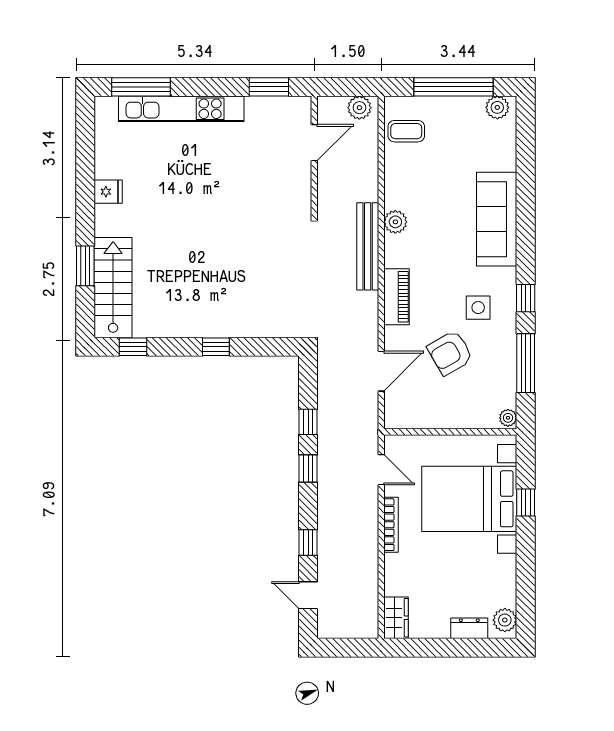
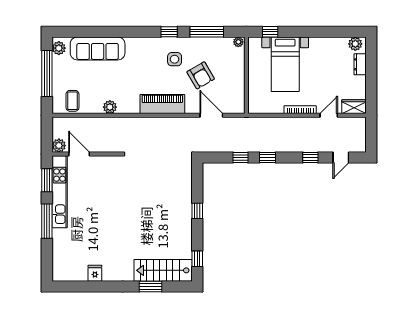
window: (141, 87) -> (47, 221), moved
plant: (359, 108) -> (59, 146), moved
kitchen unit: (181, 109) -> (60, 192), moved
fridge: (108, 192) -> (95, 273), moved
sofa: (497, 219) -> (98, 48), moved
plant: (395, 222) -> (110, 107), moved
bench: (368, 246) -> (139, 123), removed
piano: (396, 297) -> (162, 104), width x1.37, depth x1.33
door: (381, 470) -> (329, 115), moved
bed with nightstands: (469, 499) -> (285, 64), width x0.73
window: (526, 502) -> (270, 32), moved

